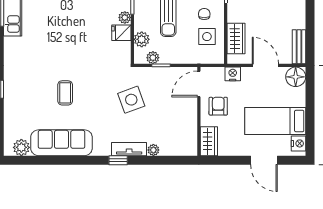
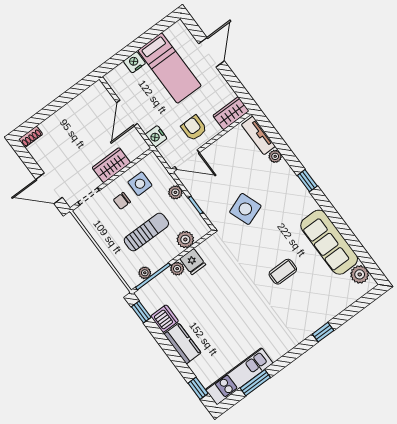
wardrobe: (236, 39) -> (111, 165), moved
bench: (299, 47) -> (89, 96), removed
plant: (153, 58) -> (175, 192), moved
floor lamp: (296, 77) -> (117, 79), removed
armchair: (218, 106) -> (194, 128), turned 90
nightstand: (299, 143) -> (134, 62), moved
tv unit: (129, 149) -> (258, 135), moved

